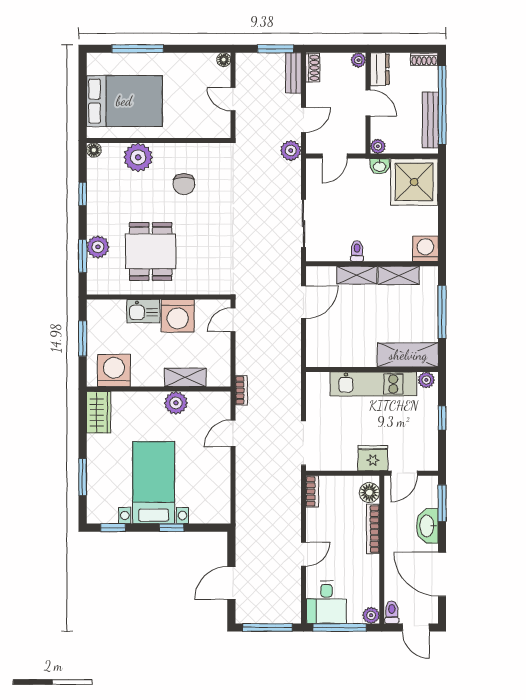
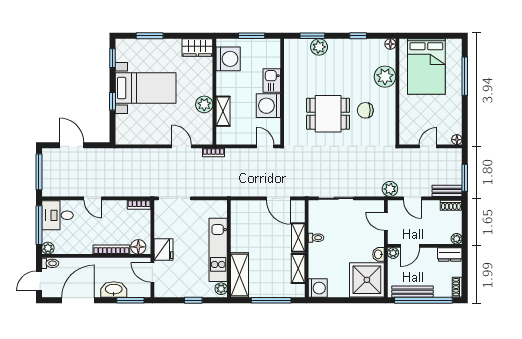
door: (368, 103) -> (410, 246), moved
dining table: (151, 251) -> (328, 114), moved

